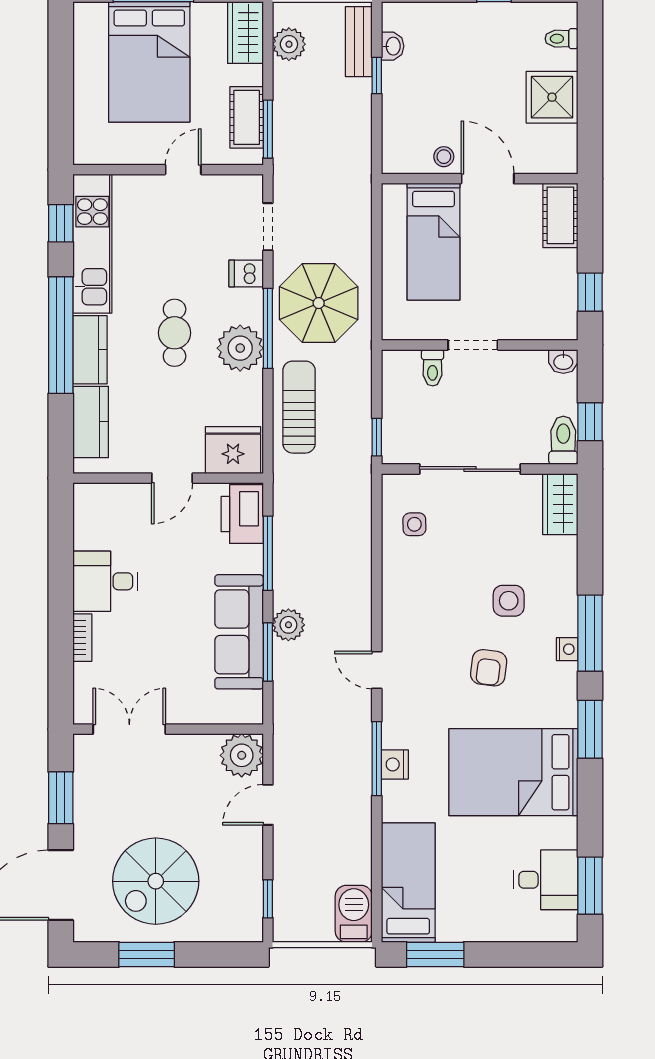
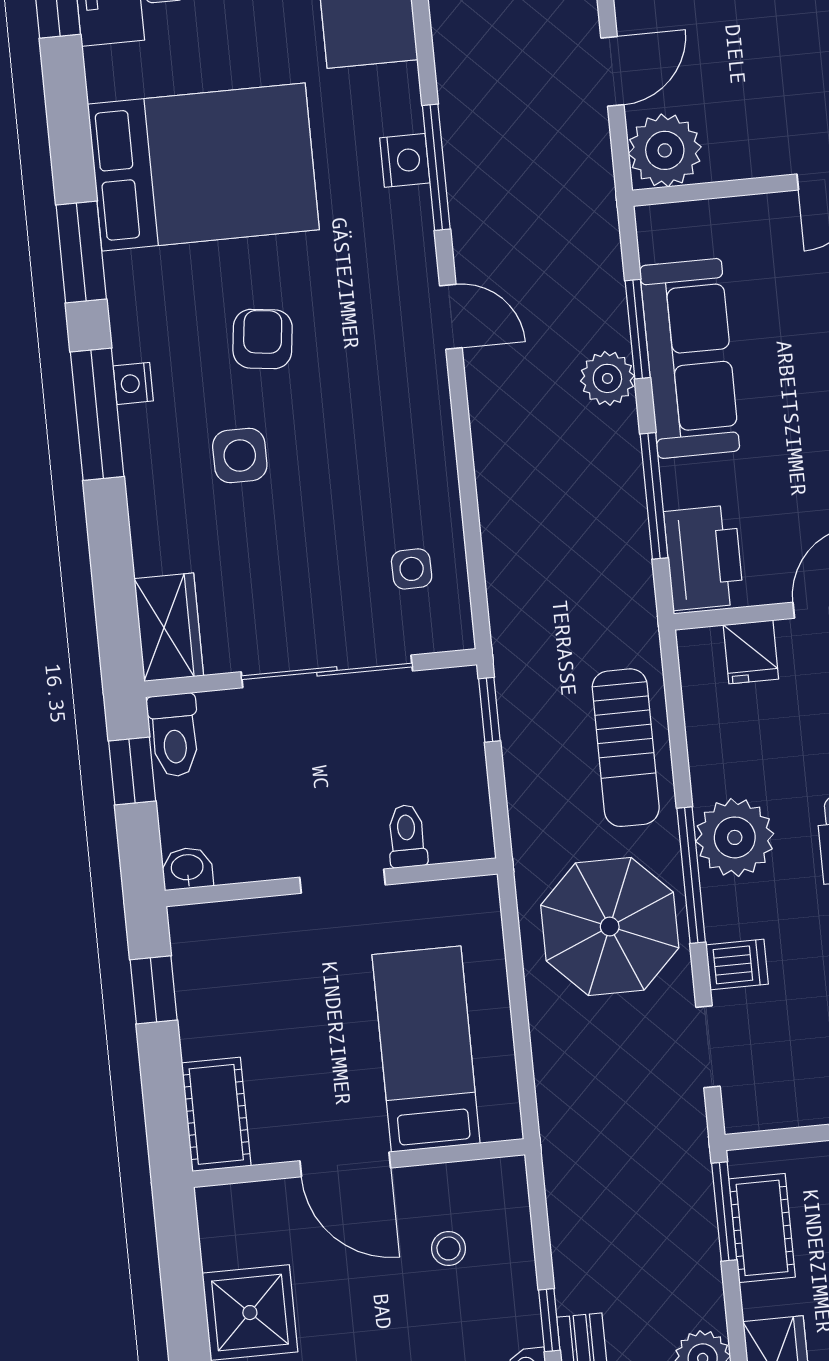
stool: (444, 157) -> (449, 1248), moved
fridge: (233, 450) -> (751, 652), width x0.53, depth x0.75

